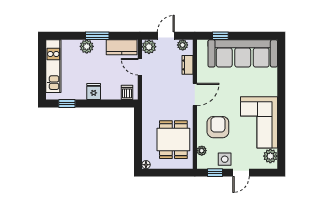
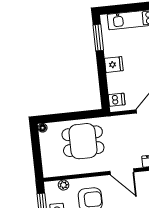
window: (67, 104) -> (98, 38), width x1.50
dining table: (173, 140) -> (83, 141), moved

